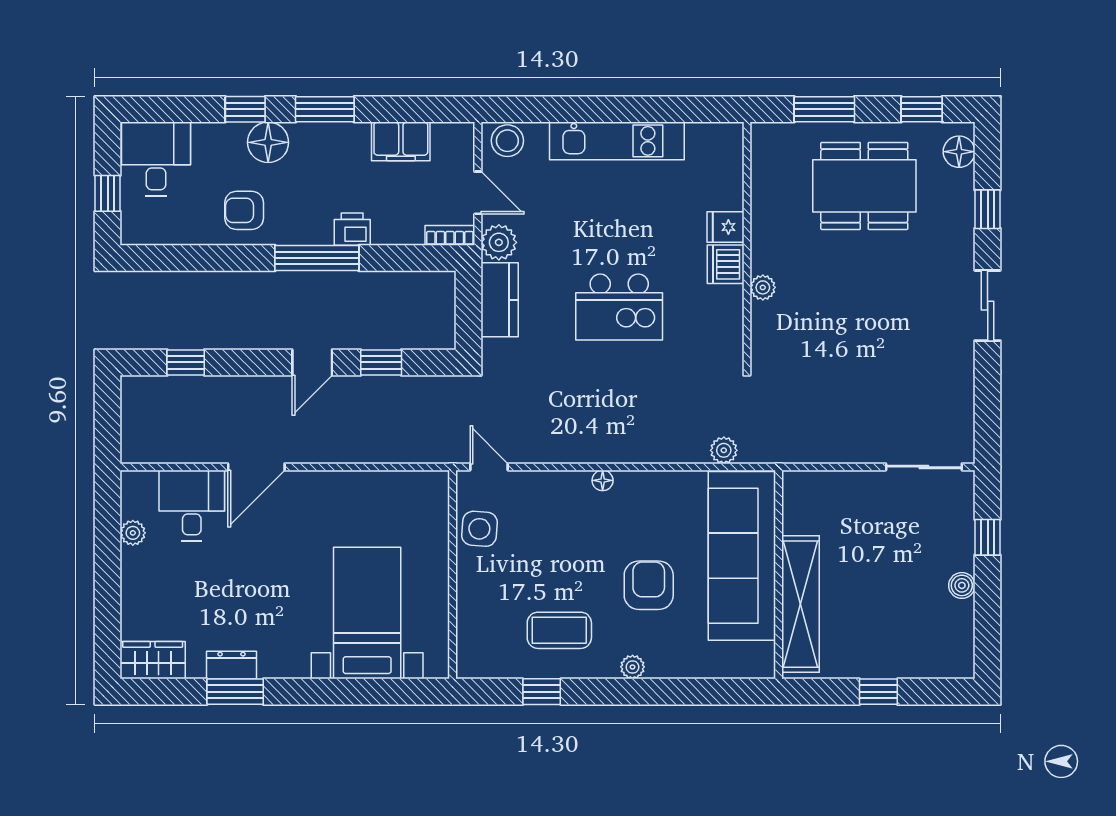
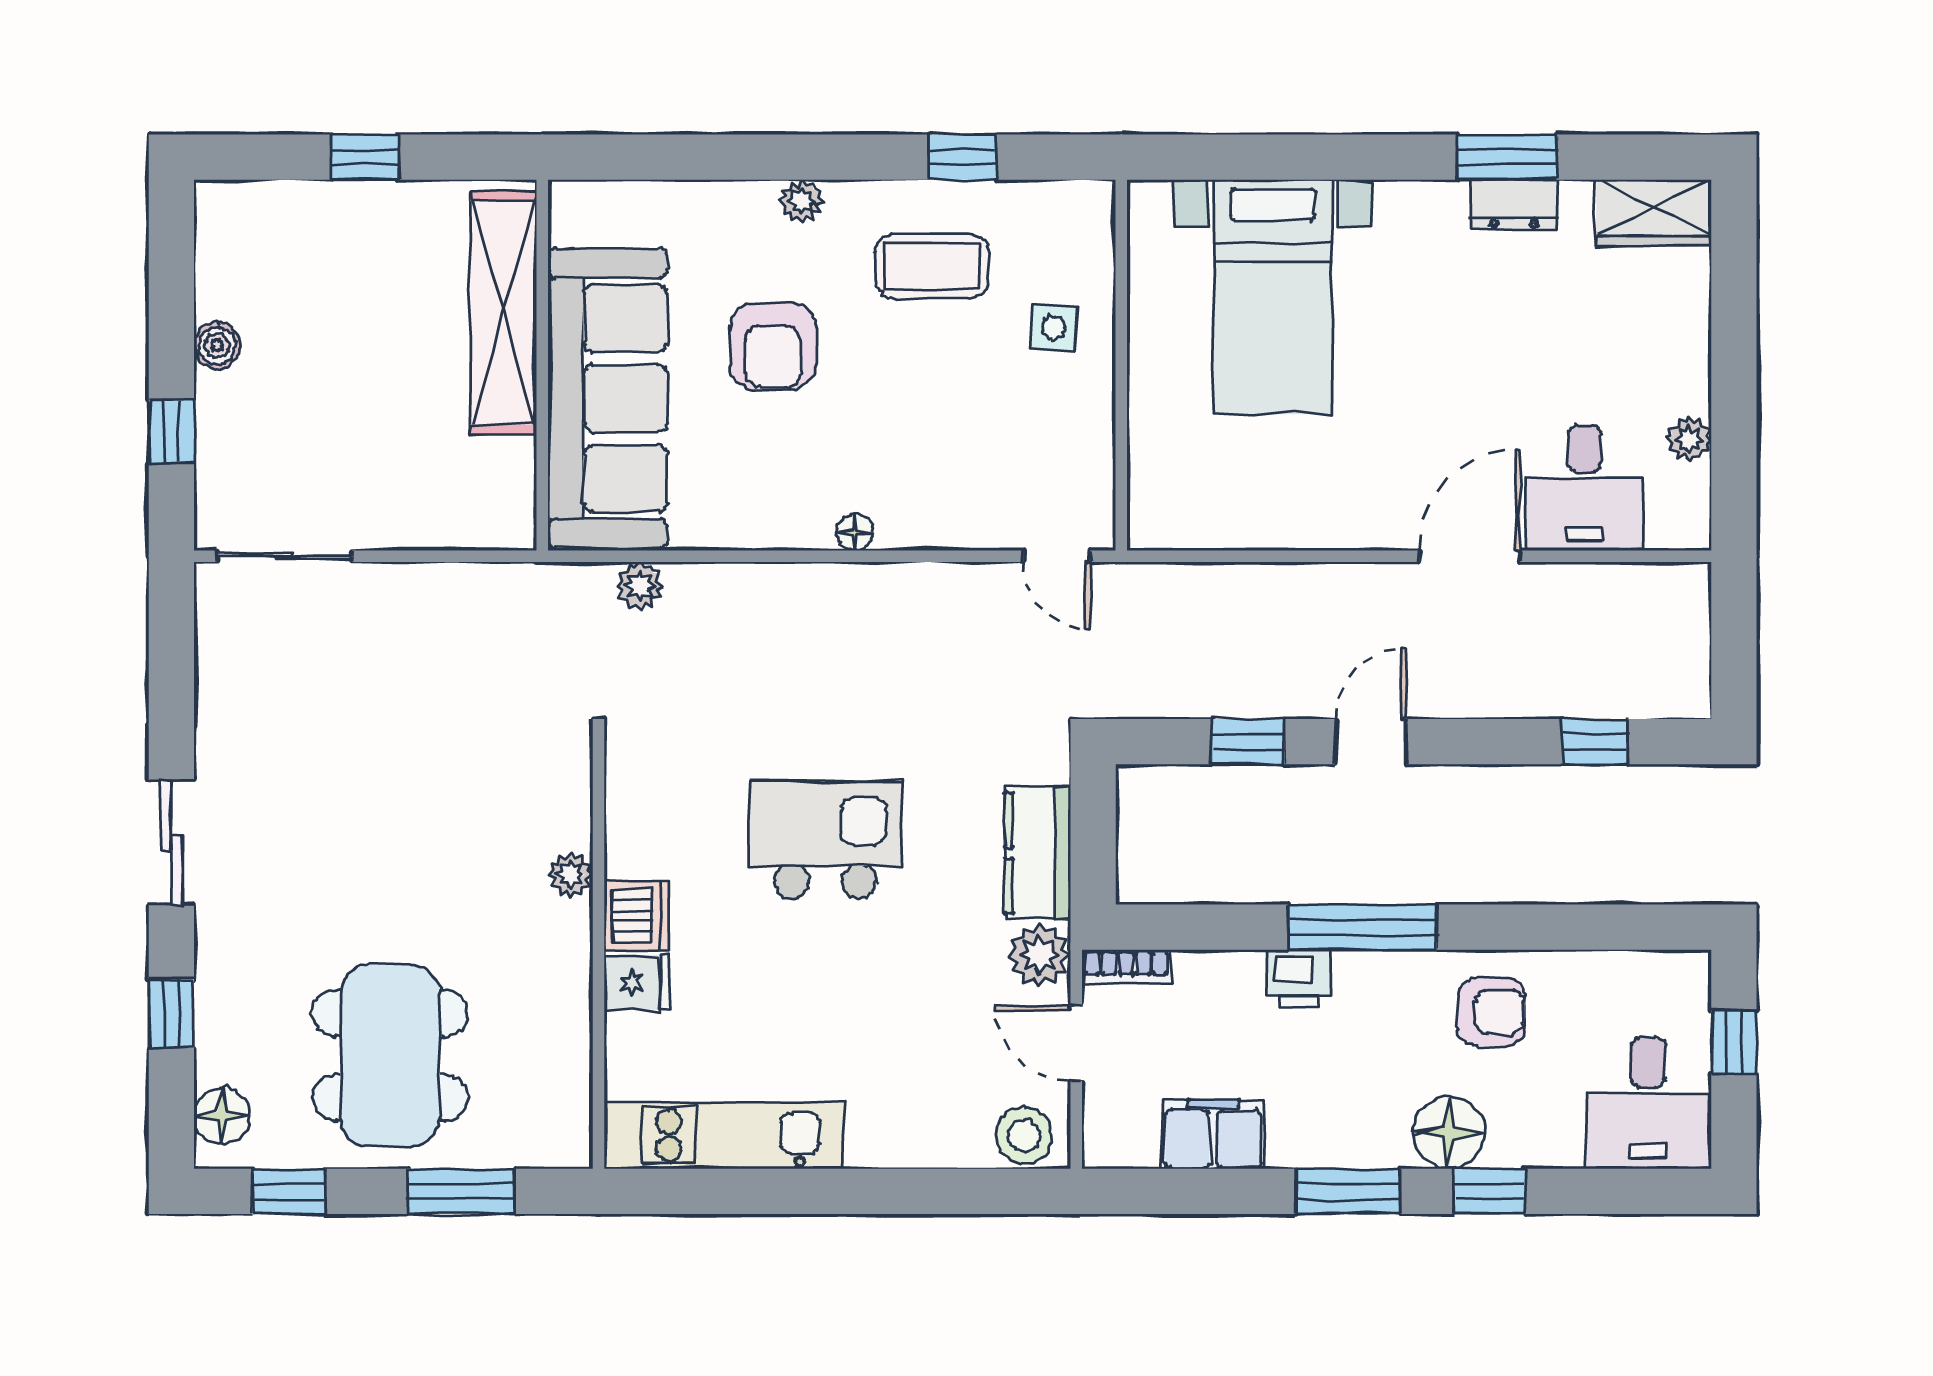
kitchen unit: (617, 141) -> (724, 1135), moved
dining table: (864, 186) -> (390, 1055), turned 90
side table: (479, 529) -> (1054, 328), moved, width x0.73, depth x0.73

